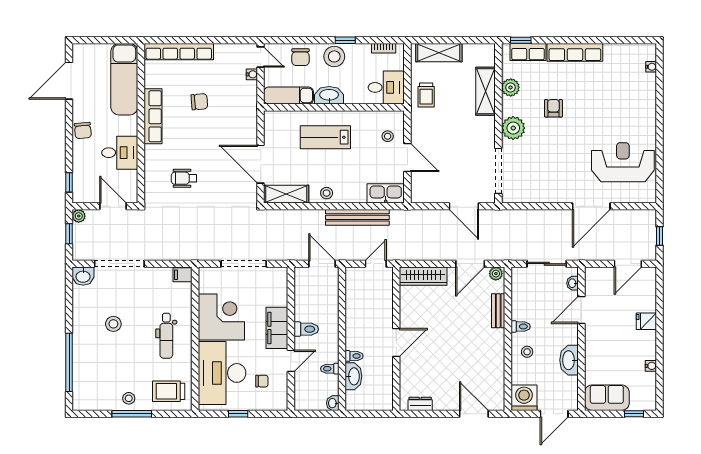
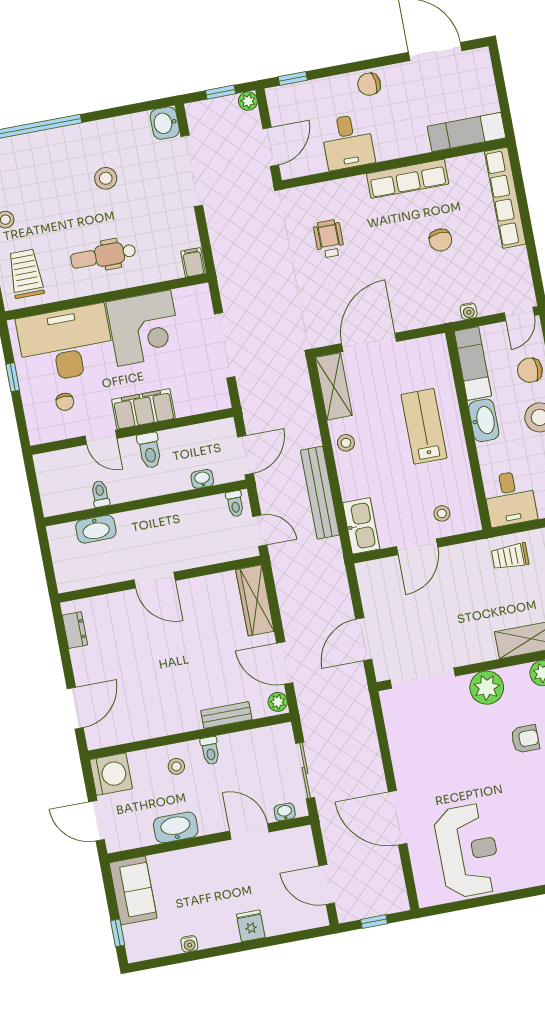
water cooler: (252, 74) -> (469, 311), moved
exam couch: (124, 79) -> (466, 132), width x0.73, depth x0.69
toilet: (354, 356) -> (235, 504), moved
washbasin: (333, 403) -> (202, 479), moved

